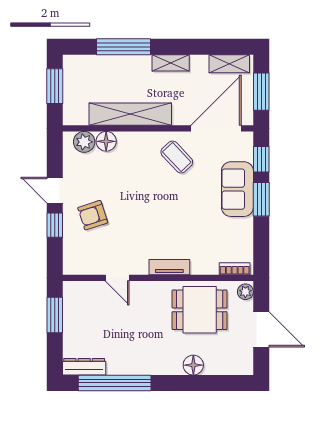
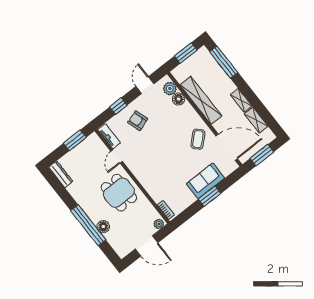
window: (123, 47) -> (224, 62), moved
shelving: (229, 64) -> (256, 120), moved
window: (261, 159) -> (229, 181), removed
door: (55, 190) -> (145, 85), moved
tv unit: (169, 267) -> (109, 136), moved
dining table: (200, 310) -> (119, 193), moved
door: (261, 329) -> (147, 246), hinge flipped
window: (115, 383) -> (88, 225), moved

